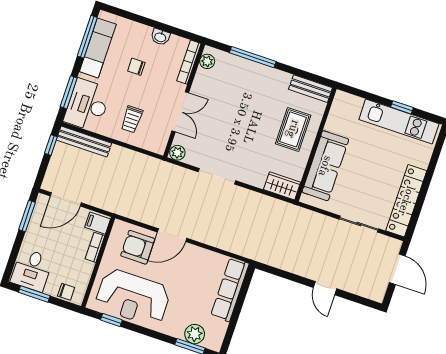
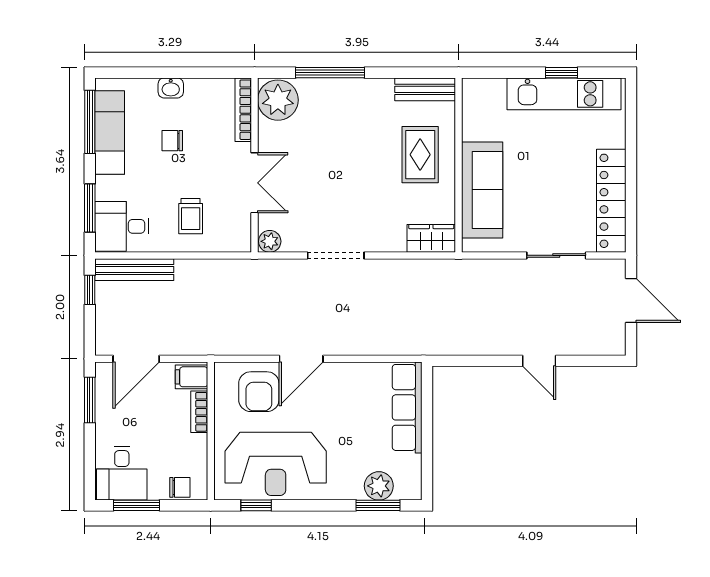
washbasin: (160, 37) -> (171, 88), moved
plant: (207, 61) -> (278, 100), width x1.88, depth x1.88
desk: (87, 105) -> (122, 226), width x0.73
armchair: (138, 247) -> (259, 392), turned -90

